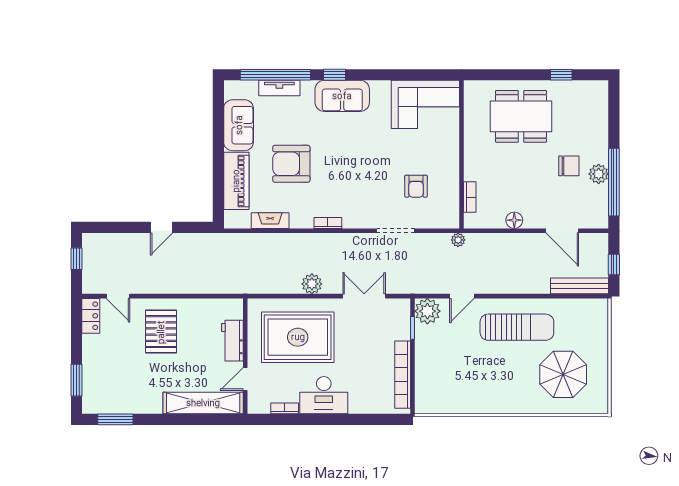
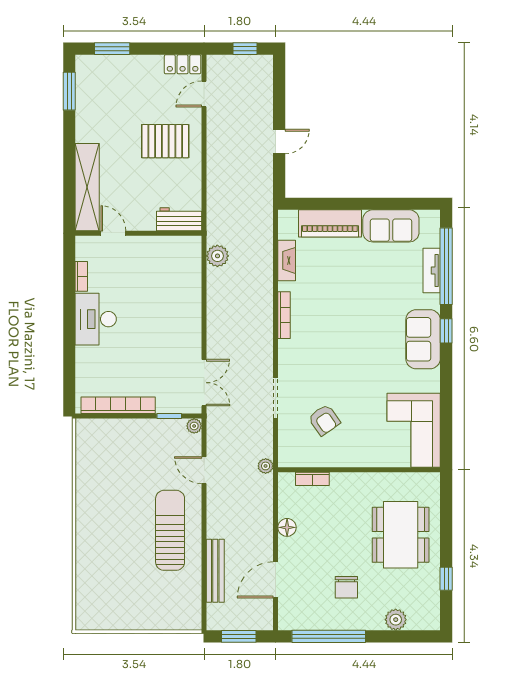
armchair: (291, 164) -> (349, 284), removed
plant: (599, 174) -> (396, 620), moved
armchair: (416, 186) -> (324, 420), turned -125
bookcase: (328, 223) -> (284, 315), width x1.56
door: (161, 227) -> (279, 142), swing flipped
window: (614, 264) -> (239, 636), width x1.50
plant: (312, 284) -> (217, 256), moved
bench: (579, 286) -> (215, 571), moved
double door: (364, 296) -> (204, 383), moved
plant: (427, 311) -> (194, 426), width x0.53, depth x0.53
sun lounger: (517, 327) -> (170, 530), turned 180
rug: (298, 337) -> (159, 291), removed
workbench: (232, 341) -> (179, 219), moved
parasol: (563, 374) -> (119, 581), removed

